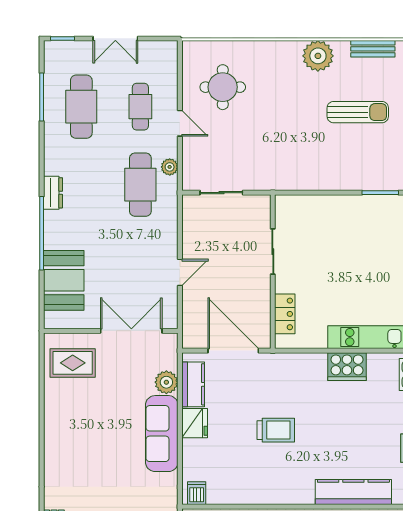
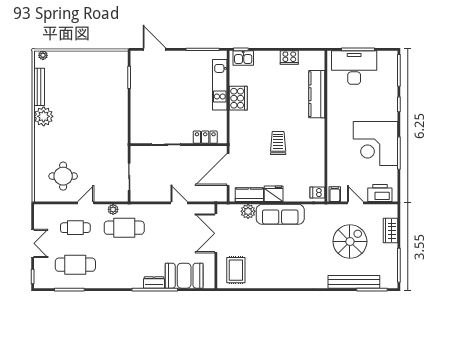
bench: (373, 49) -> (39, 87), width x1.36
sun lounger: (358, 112) -> (79, 91), removed
dresser: (53, 193) -> (154, 282), moved

